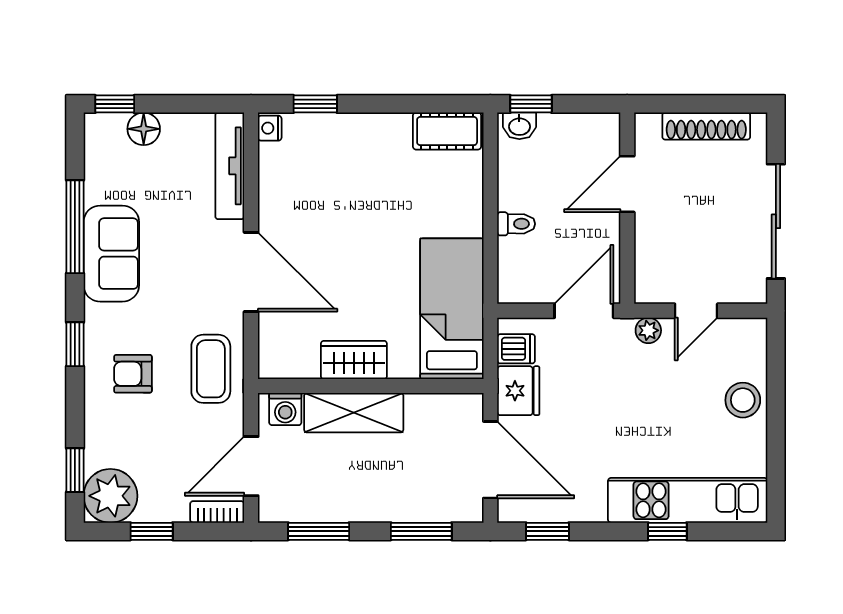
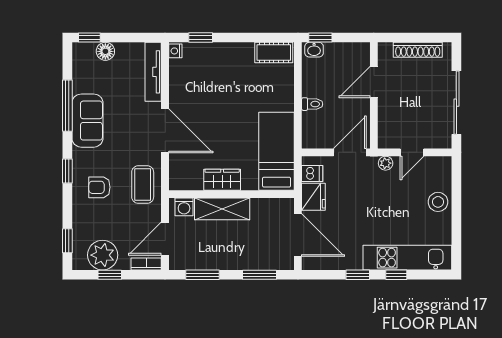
plant: (110, 496) -> (103, 255), moved
window: (547, 531) -> (358, 275), moved

